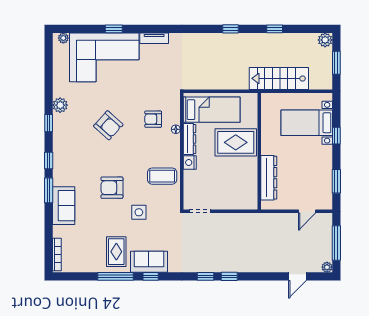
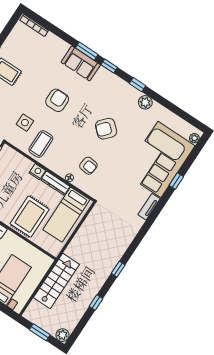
armchair: (153, 119) -> (88, 166), turned 97
sofa: (64, 206) -> (81, 63), moved
side table: (139, 212) -> (25, 123), moved

